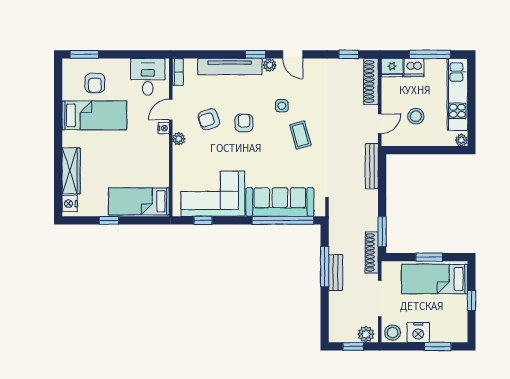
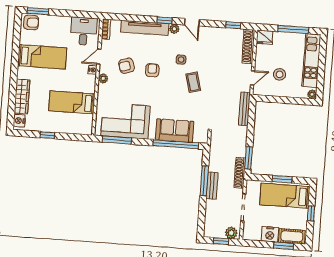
dishwasher: (414, 68) -> (281, 38), removed
armchair: (95, 83) -> (31, 23), moved, turned -90
bed: (139, 201) -> (72, 102), moved
sofa: (280, 202) -> (175, 131), width x0.73
window: (203, 220) -> (117, 140), width x2.17
stool: (393, 333) -> (251, 233), removed
cot: (448, 333) -> (292, 236), added

